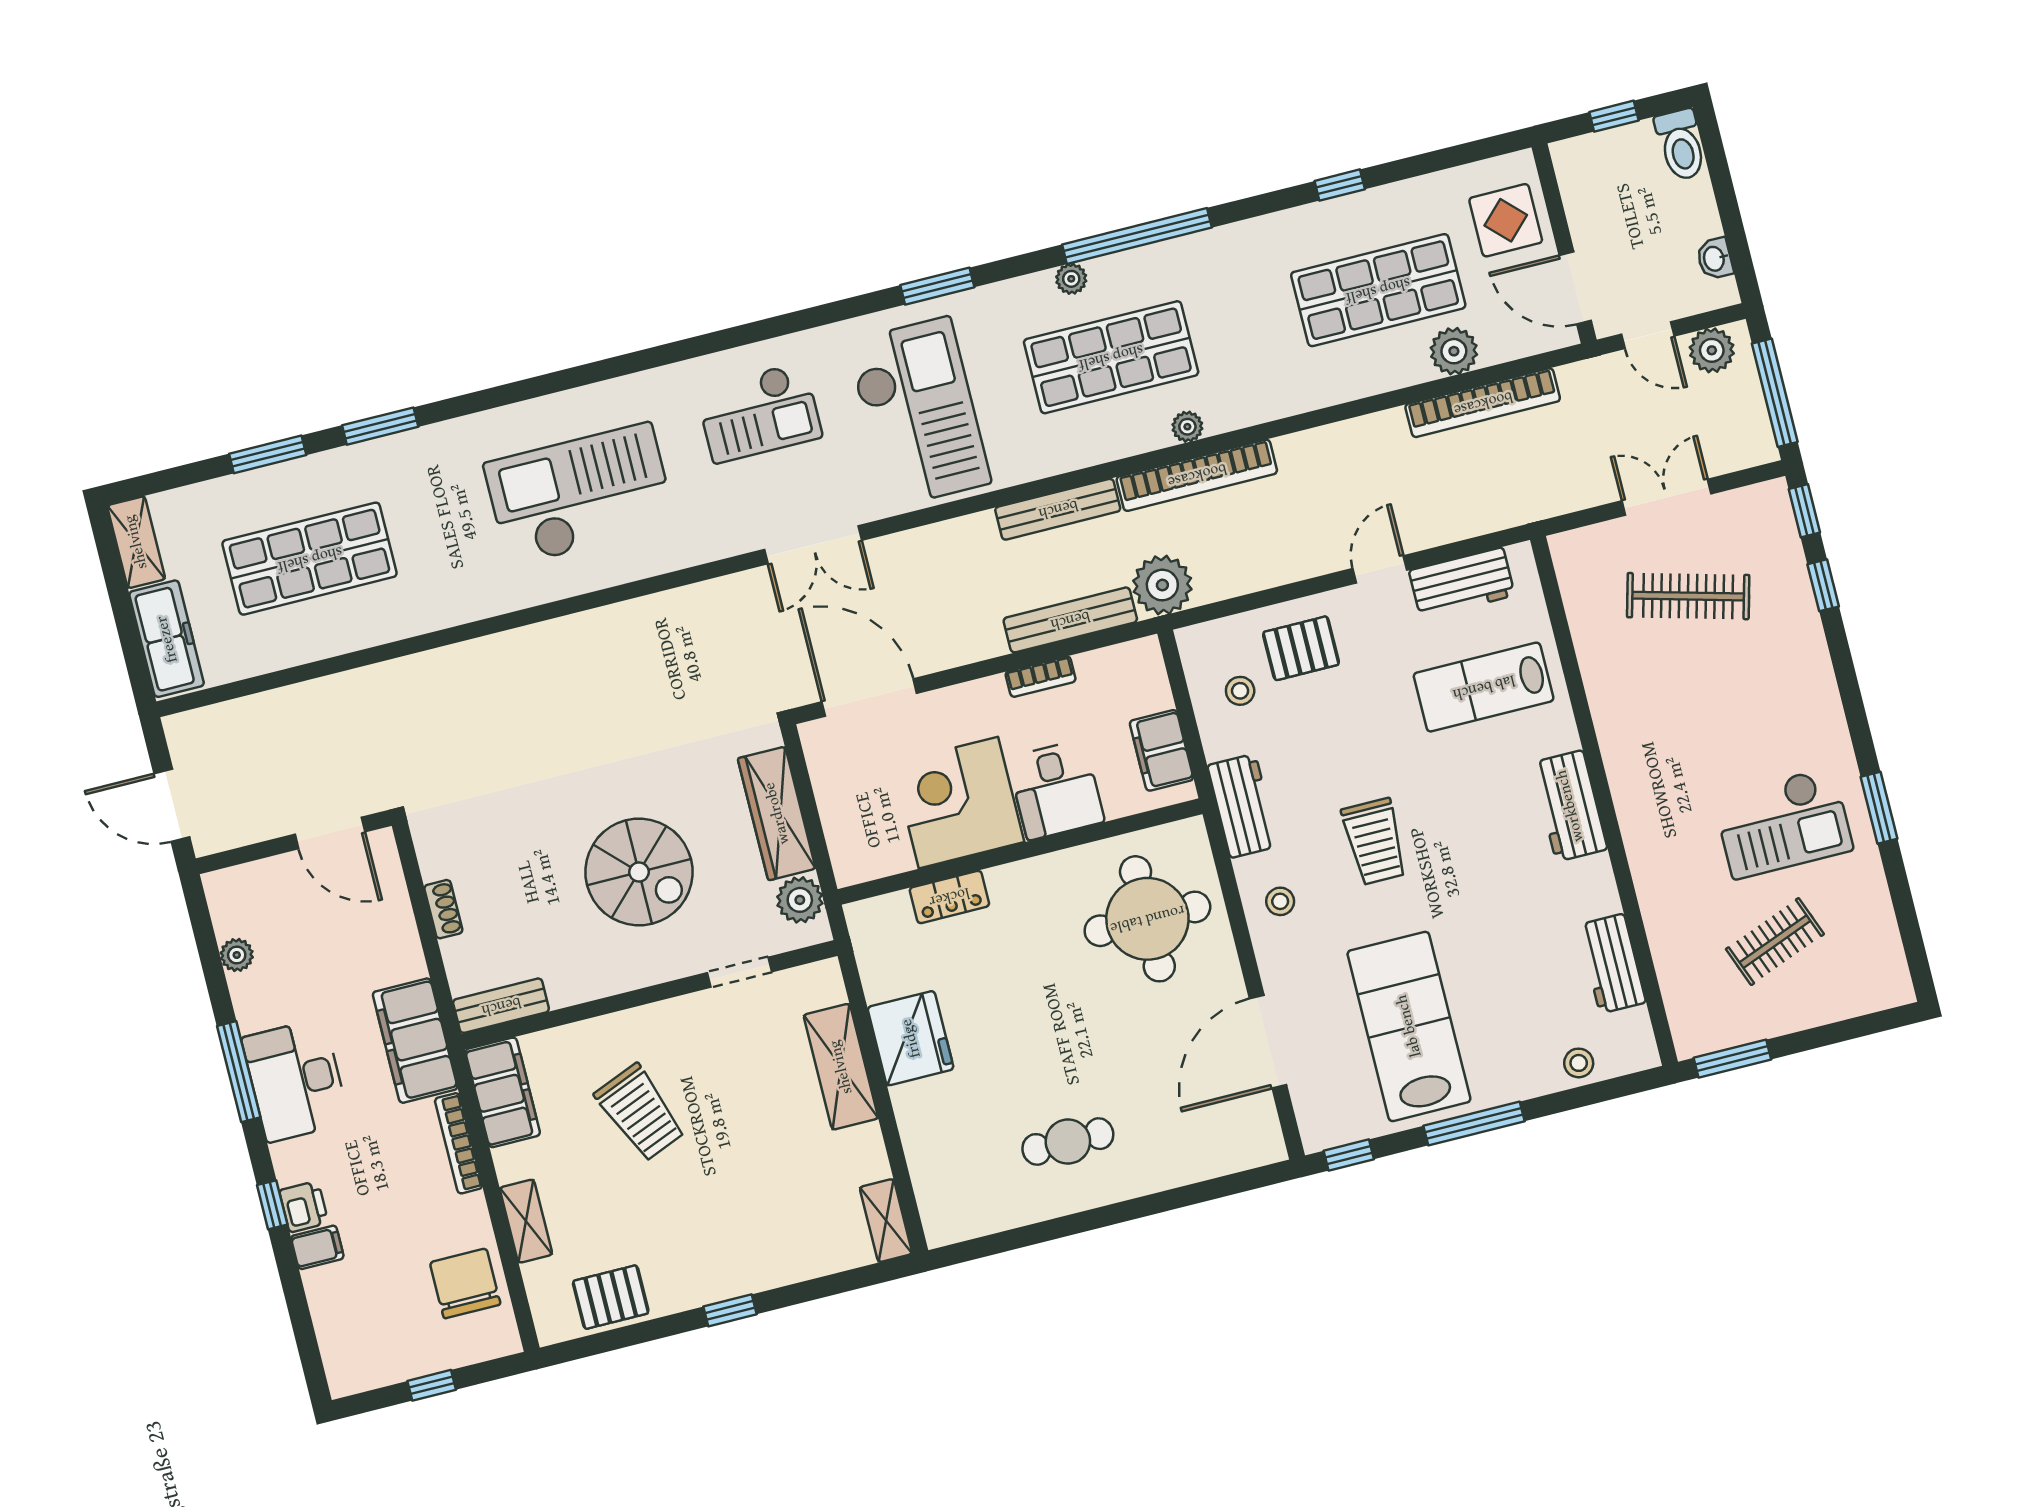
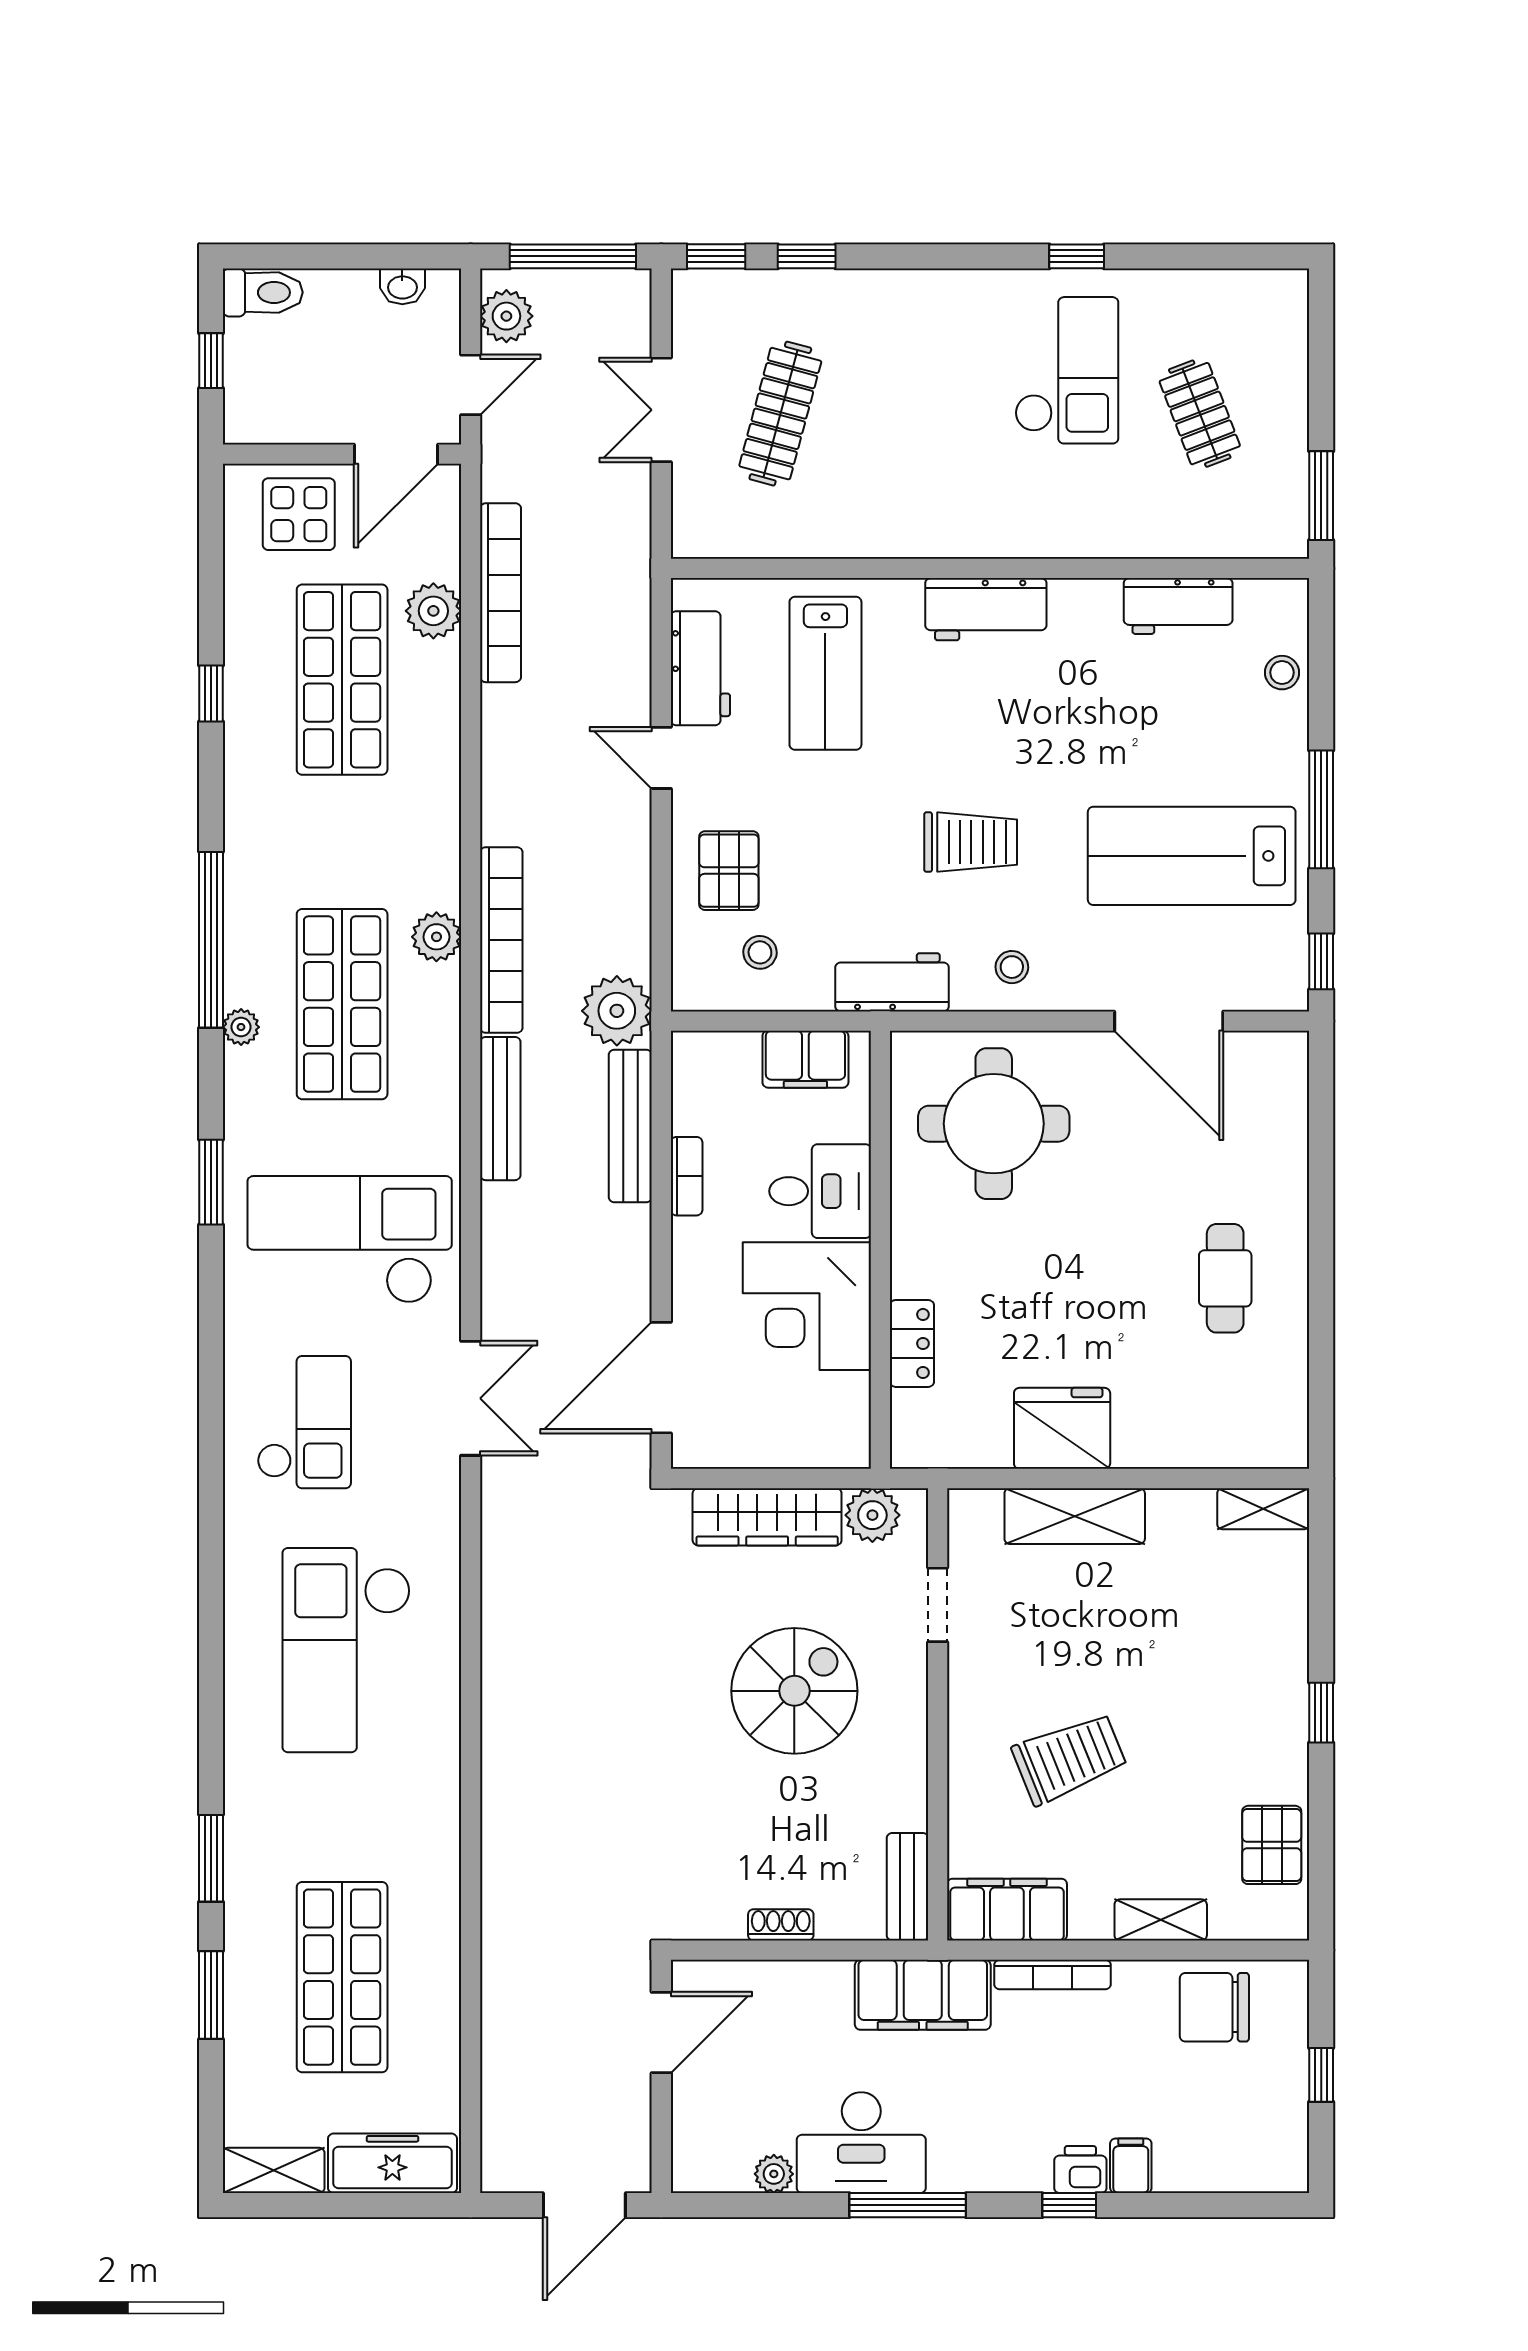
plant: (1187, 427) -> (436, 937), width x1.38, depth x1.38
window: (1879, 808) -> (1077, 256), width x0.67
desk: (296, 1080) -> (861, 2143), moved

